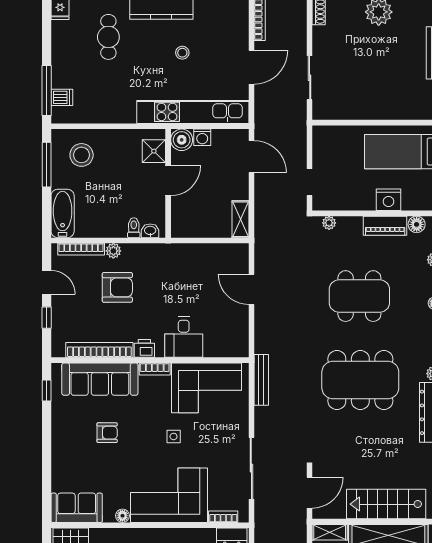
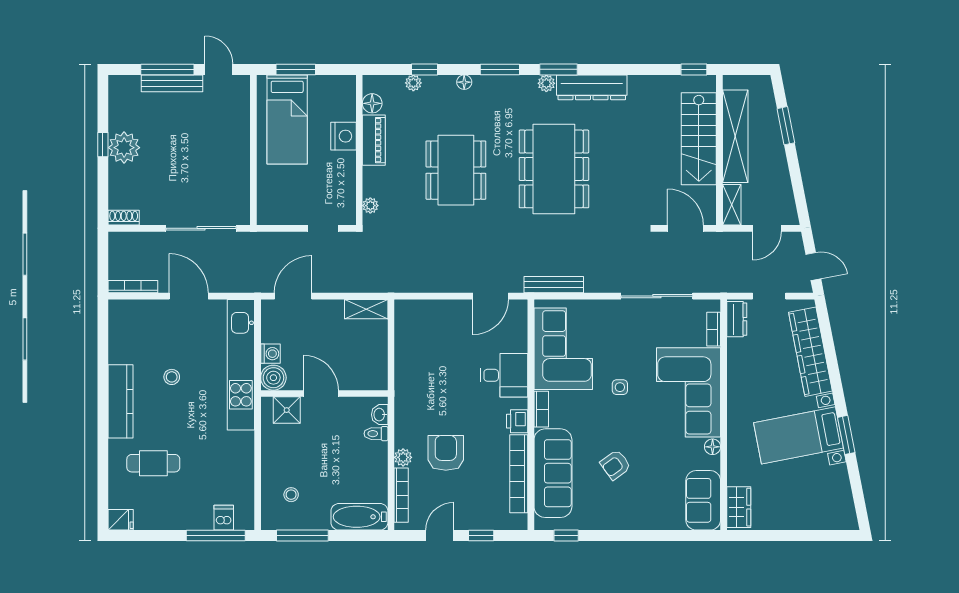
sliding door: (310, 78) -> (201, 228), width x1.37
stool: (82, 155) -> (291, 495), width x0.53, depth x0.53
door: (251, 289) -> (491, 296), moved
armchair: (107, 433) -> (615, 465), turned -126

